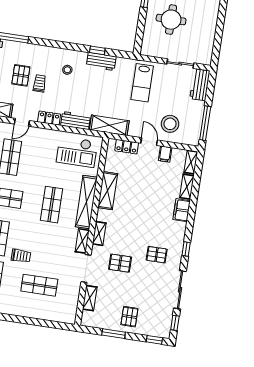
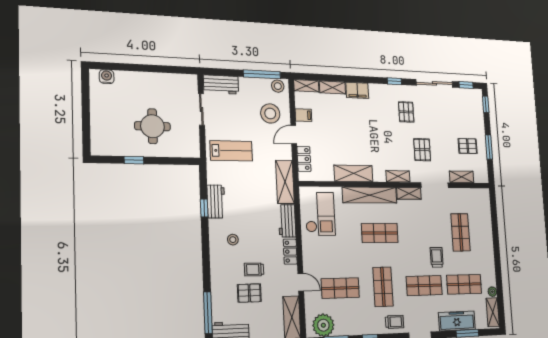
stool: (193, 135) -> (278, 86), added
pallet: (129, 317) -> (468, 146), moved

